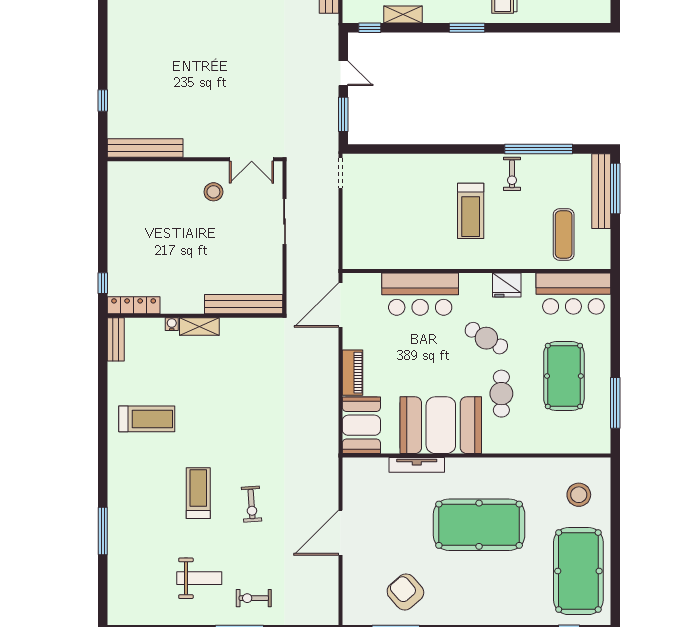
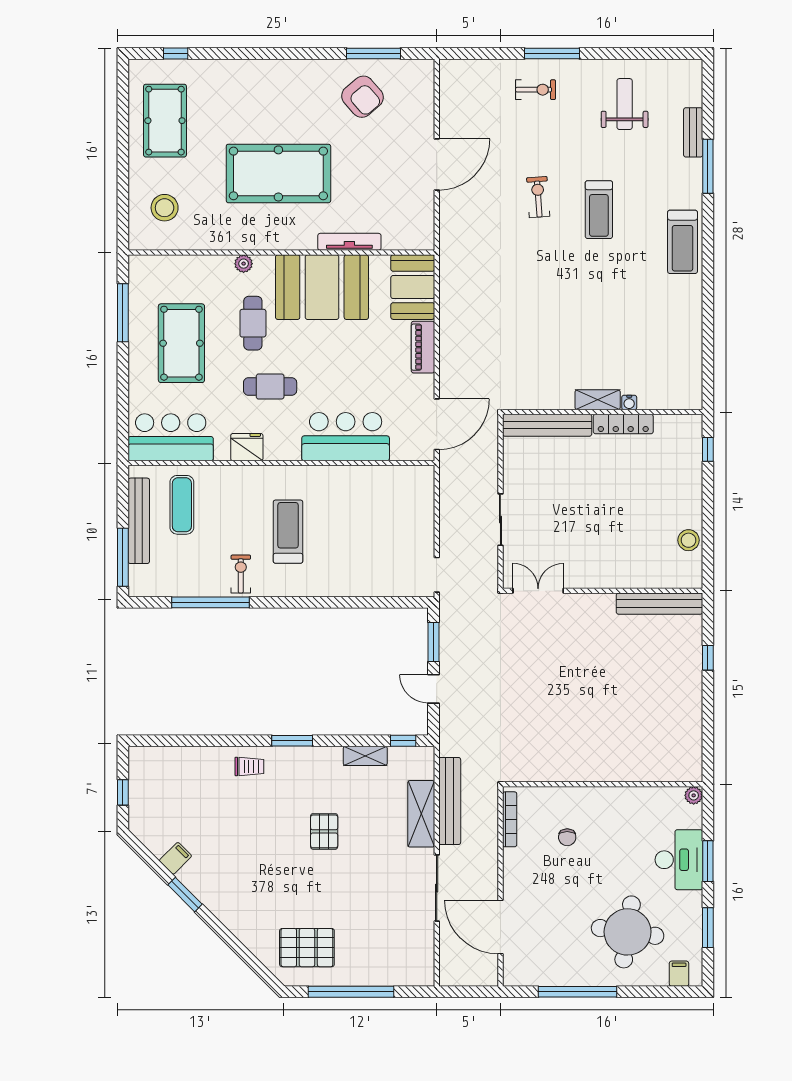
bench: (601, 191) -> (139, 521), moved
stool: (213, 192) -> (689, 540), moved
locker: (134, 305) -> (623, 424), moved
cafe table: (486, 338) -> (270, 386), turned -31
bench: (116, 339) -> (693, 132), moved
treadmill: (147, 419) -> (683, 242), moved, turned -90
plant: (510, 446) -> (244, 264), added
pool table: (578, 571) -> (165, 121), width x0.73, depth x0.76
weight bench: (199, 578) -> (625, 104), moved, turned 90

